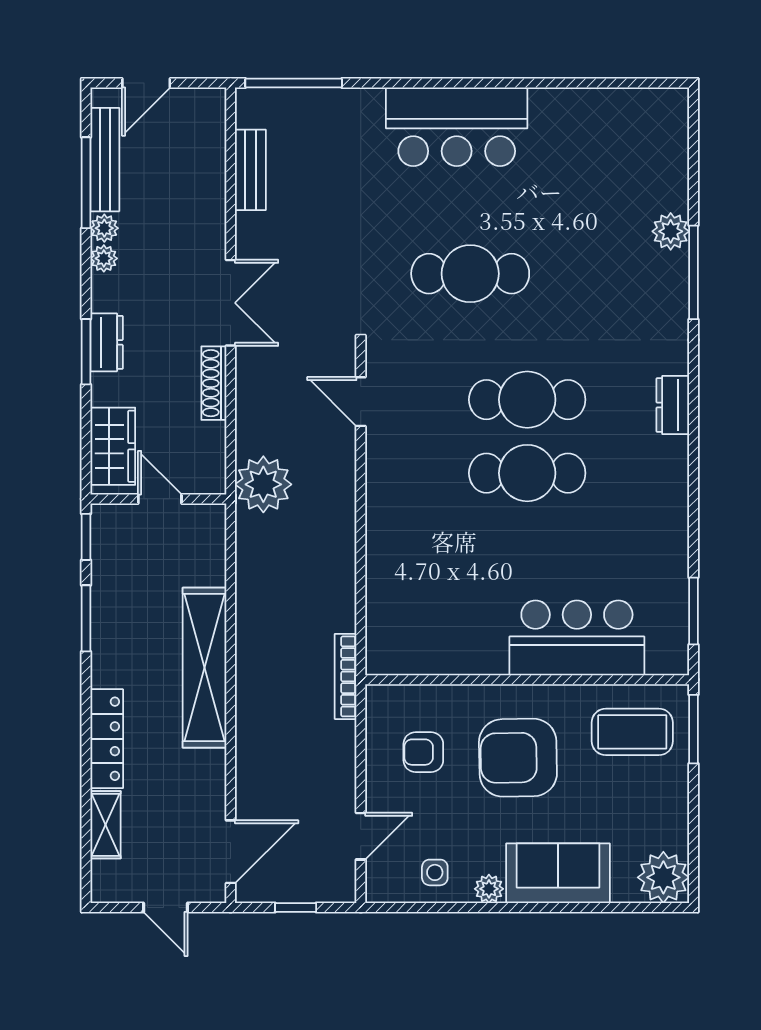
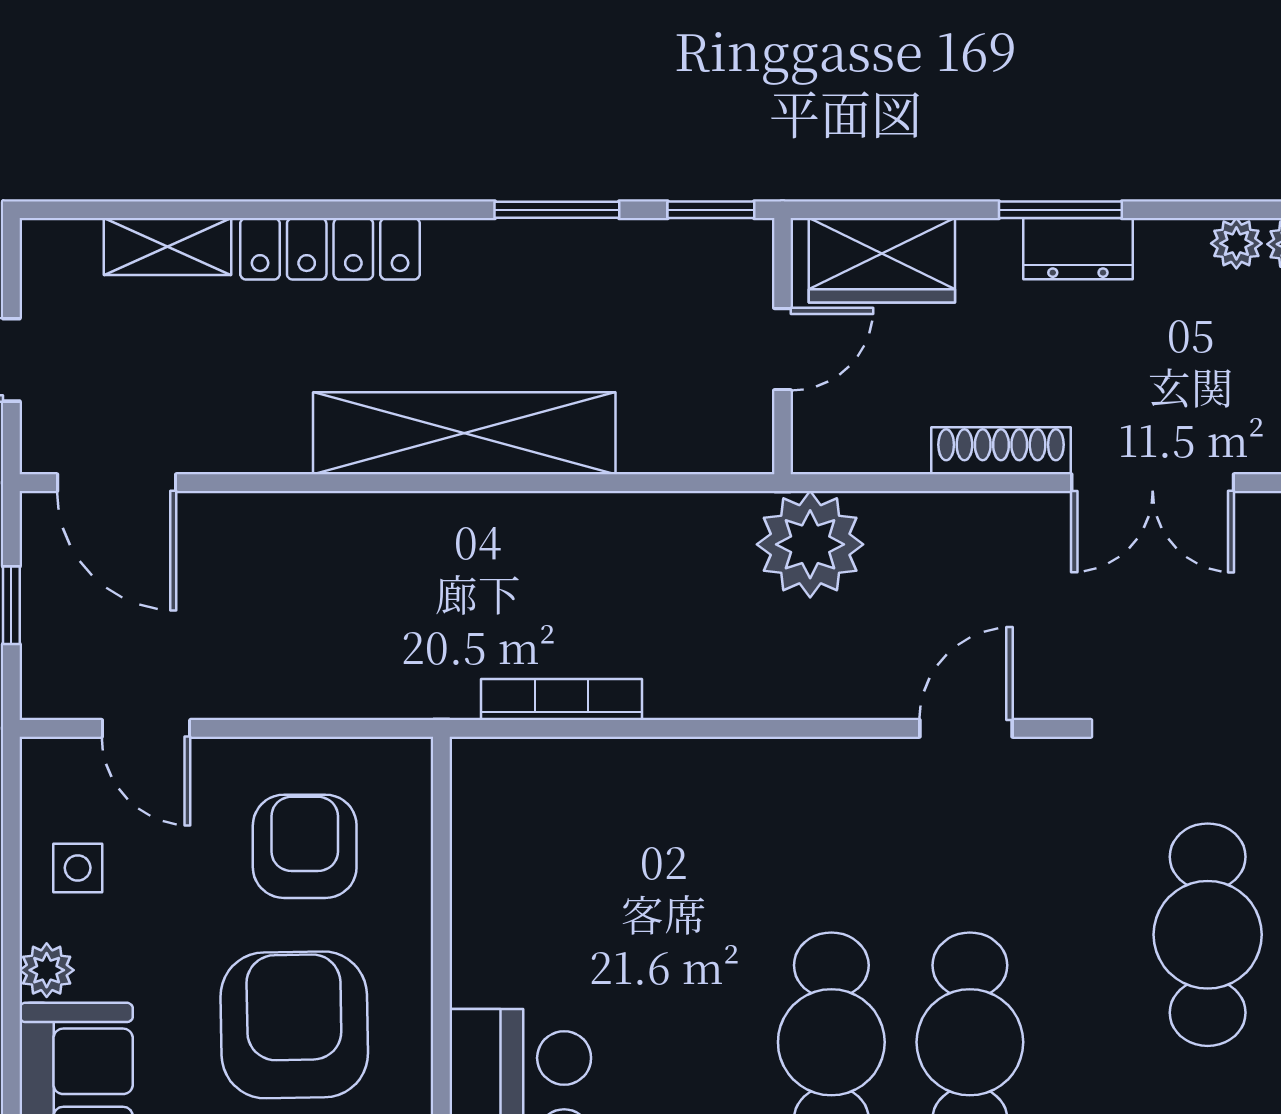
bookcase: (346, 676) -> (561, 700), moved
armchair: (423, 752) -> (305, 846), width x1.38, depth x1.38

